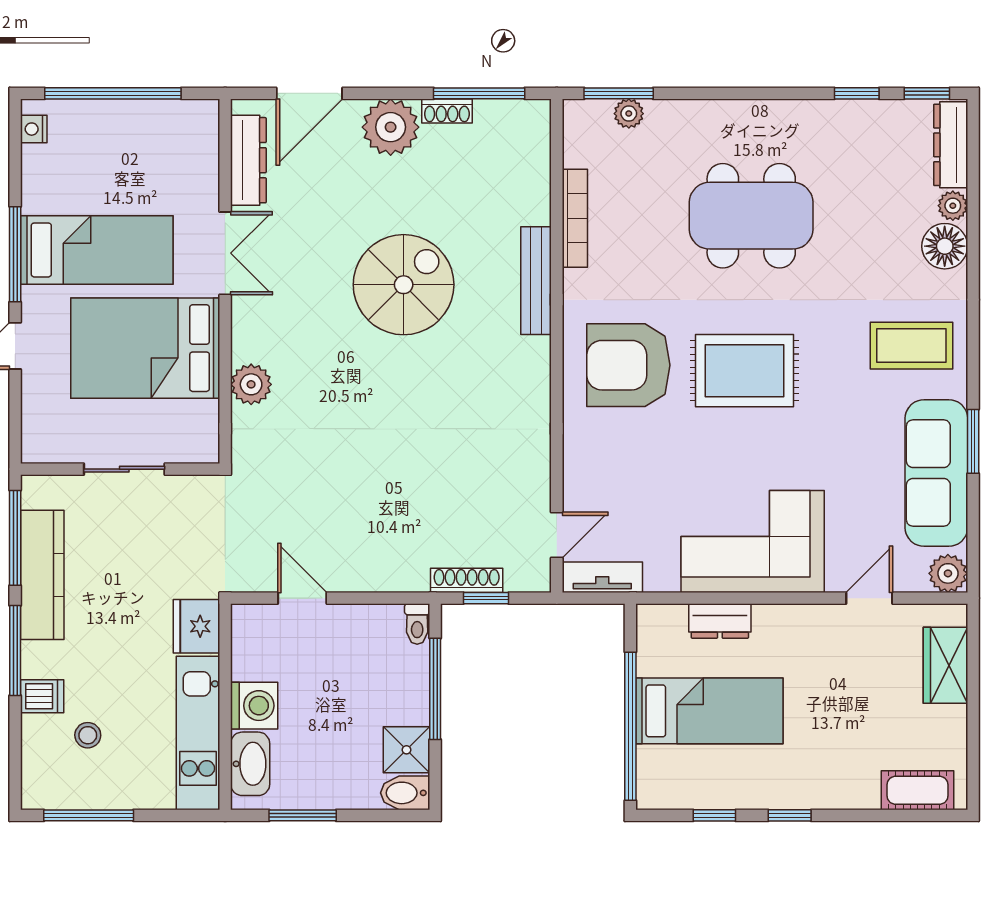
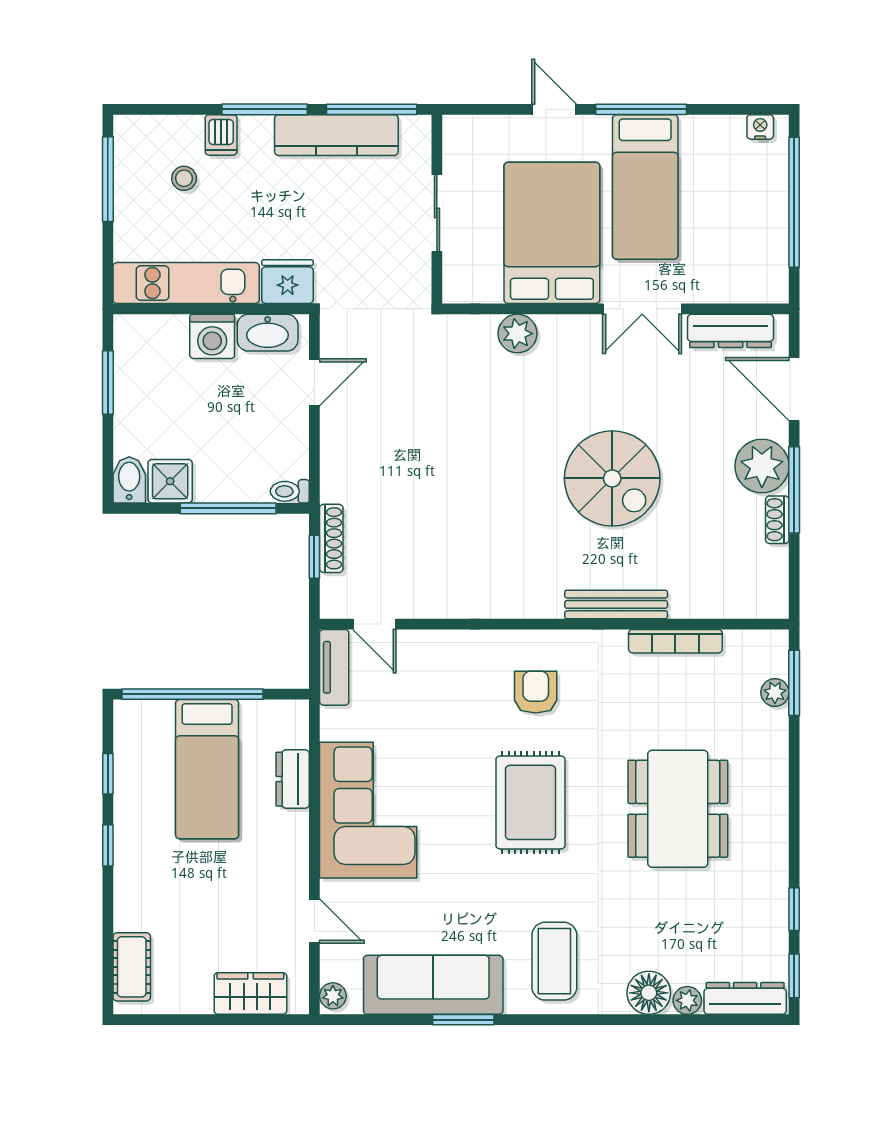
window: (479, 93) -> (794, 490), moved
armchair: (628, 365) -> (536, 692), width x0.53, depth x0.53
plant: (948, 573) -> (333, 996), width x0.73, depth x0.73
washbasin: (250, 764) -> (268, 333), moved

